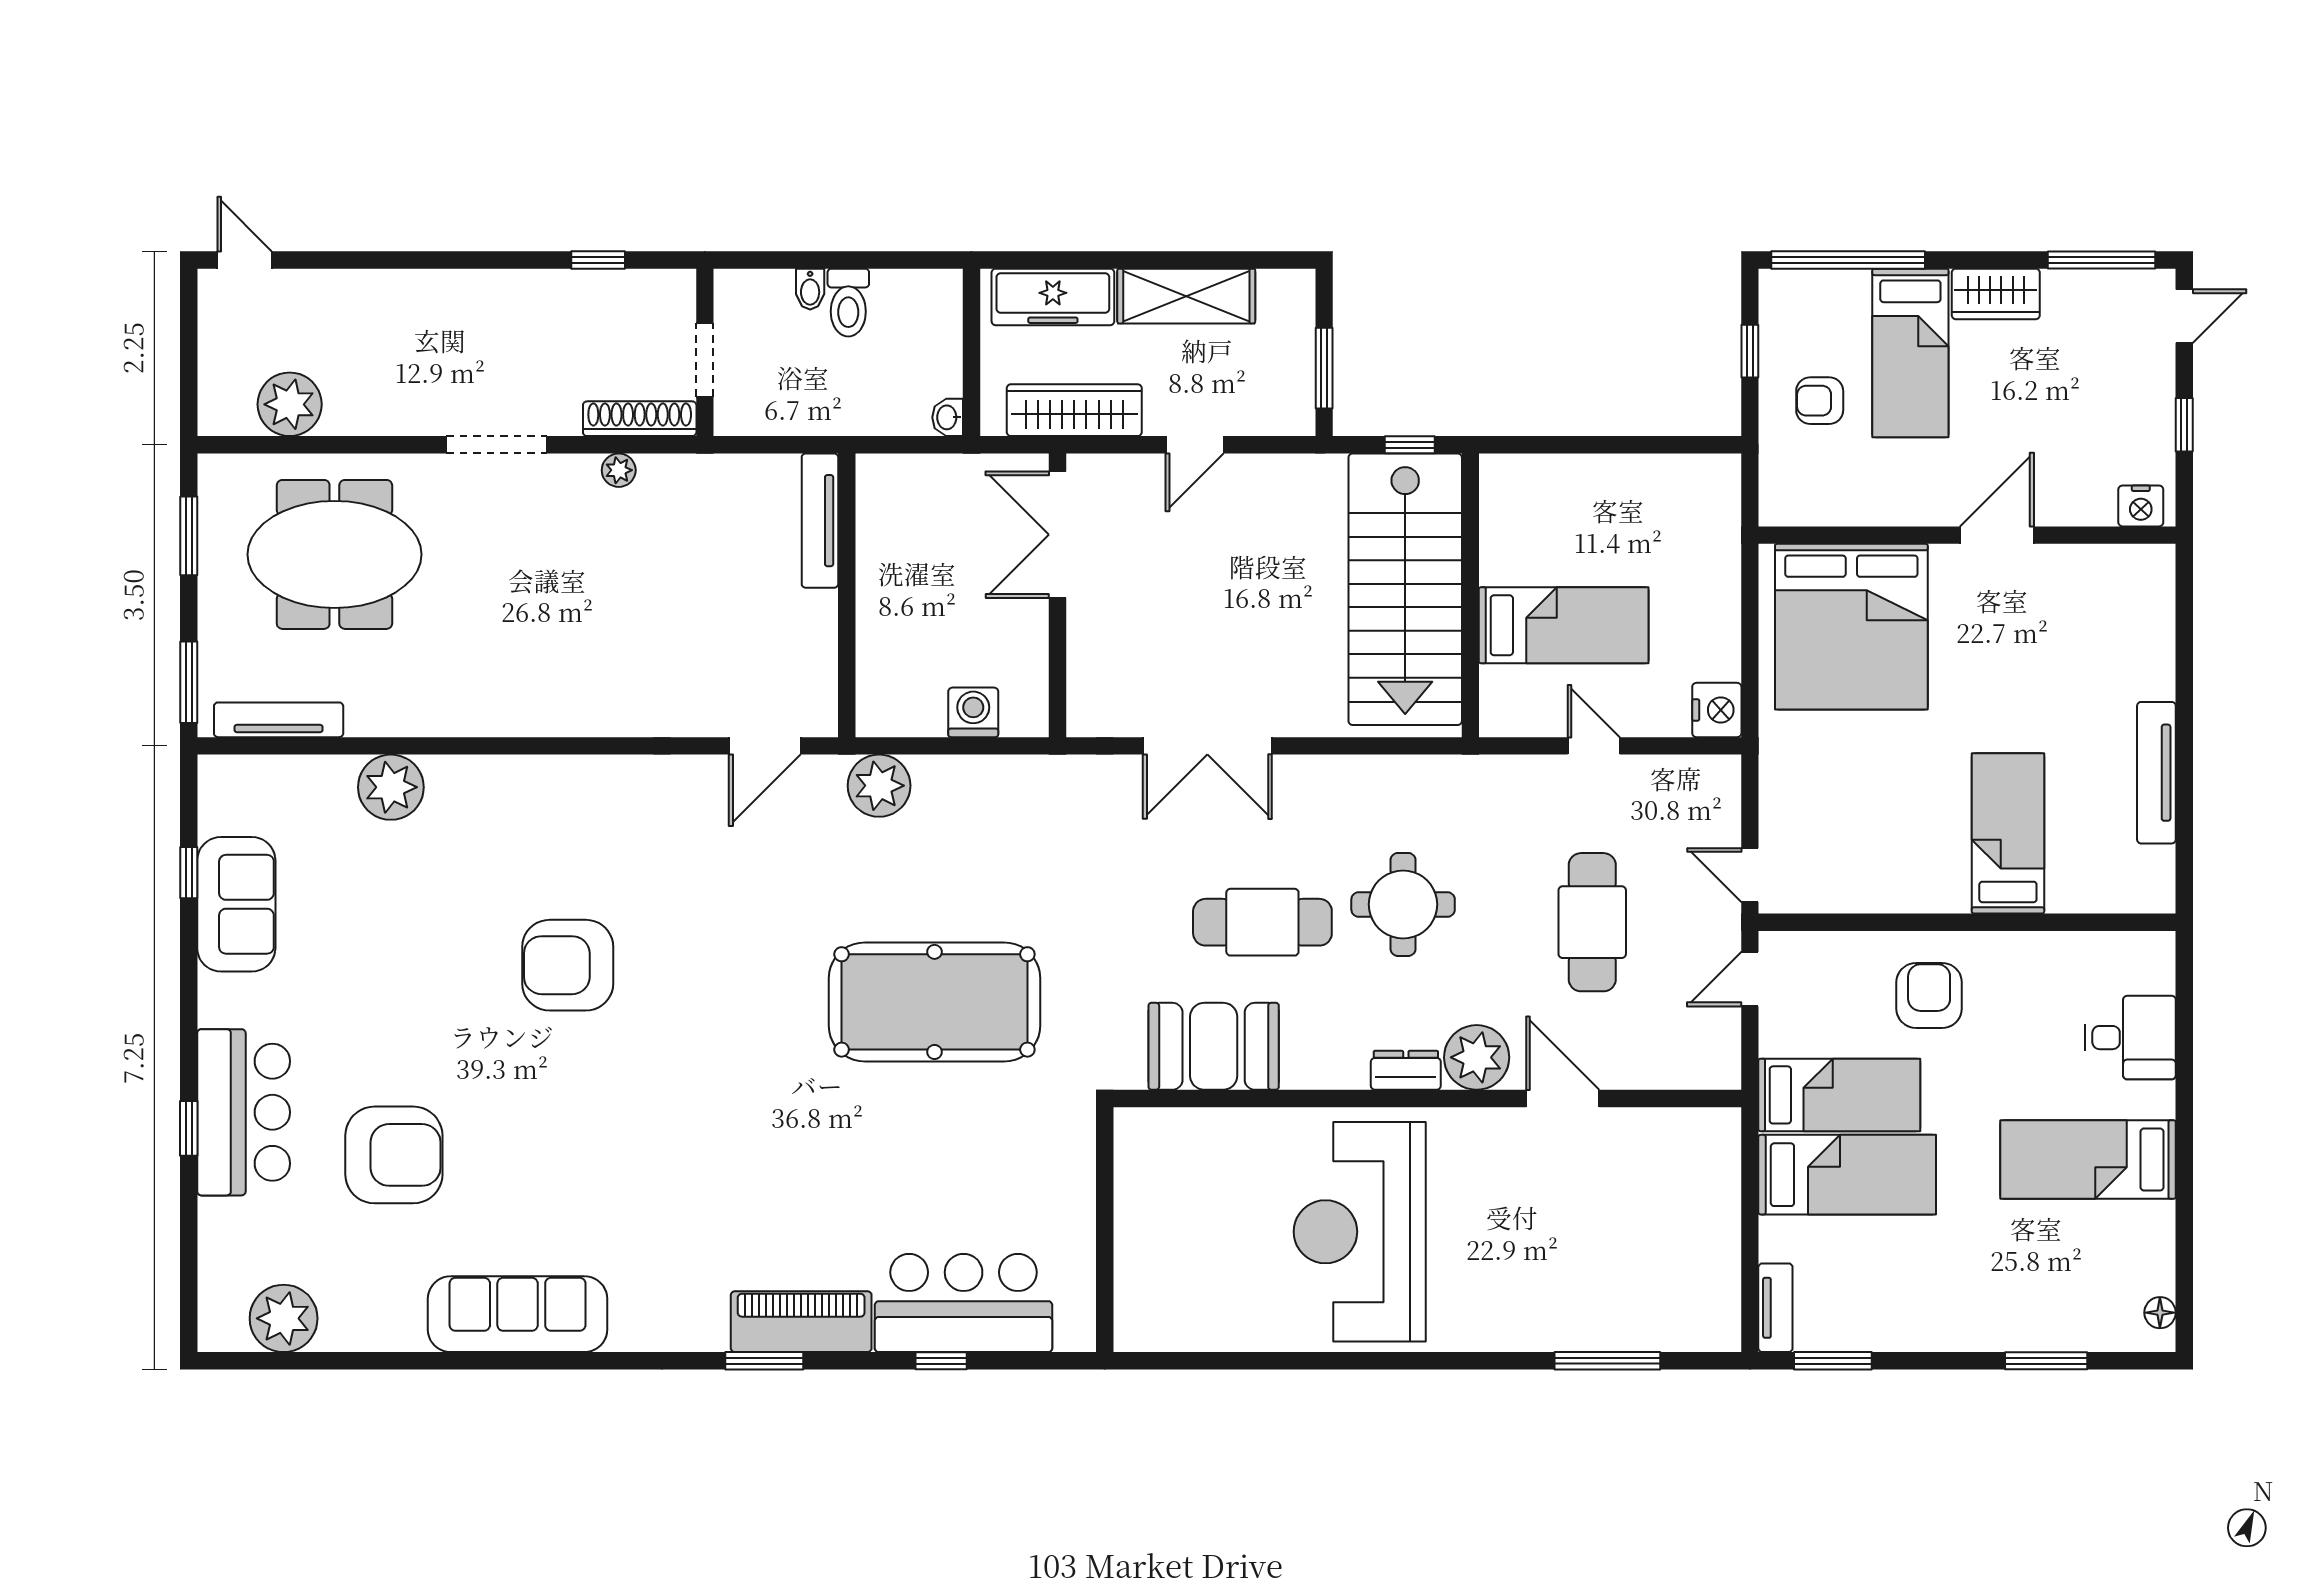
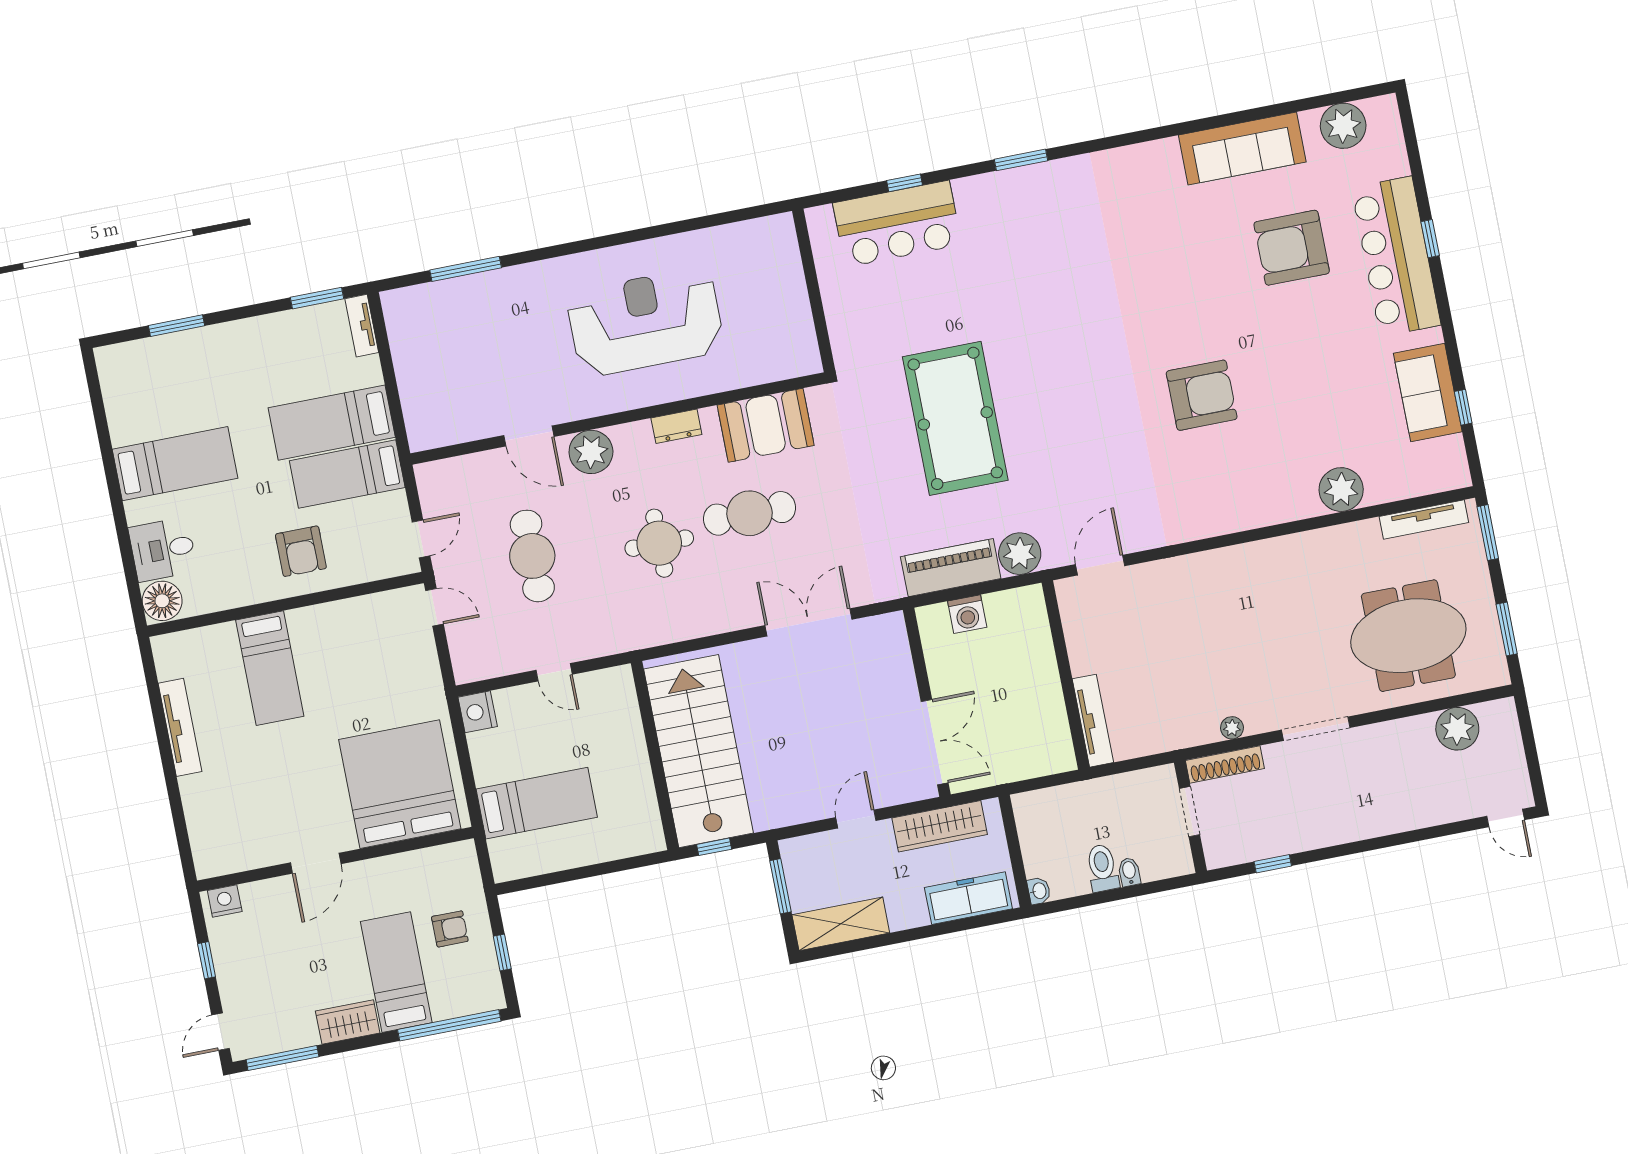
shelving: (1186, 296) -> (841, 924), moved
washbasin: (948, 417) -> (1039, 891), moved
bed: (1564, 625) -> (537, 803), moved, turned 180
pool table: (934, 1002) -> (955, 418), turned 90
dresser: (1406, 1070) -> (676, 426), moved
bar counter: (244, 1112) -> (1396, 256), width x1.36
reception desk: (1360, 1232) -> (645, 322), turned -90
floor lamp: (2160, 1313) -> (162, 601), moved, width x1.89, depth x1.89
sofa: (518, 1314) -> (1242, 148), moved
piano: (801, 1322) -> (951, 568), moved, turned 180

